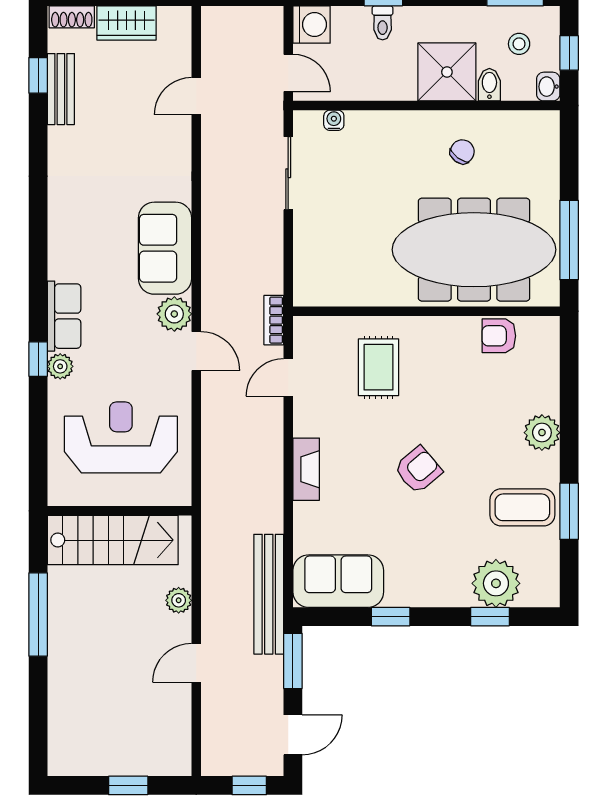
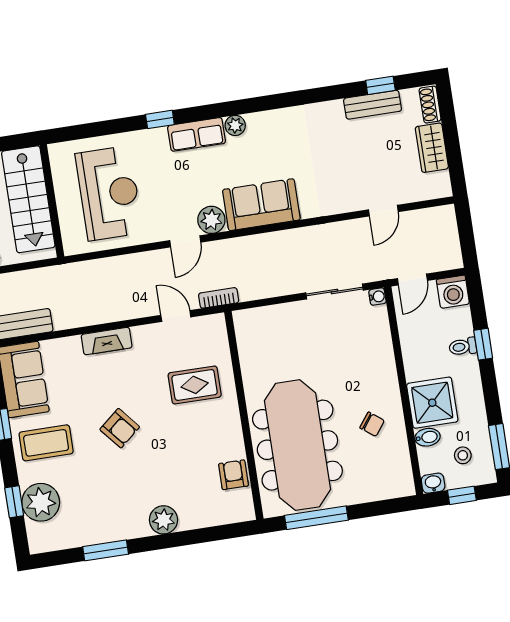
door: (196, 96) -> (383, 211), swing flipped
water cooler: (334, 120) -> (377, 297), moved
plant: (60, 366) -> (235, 125), moved
coffee table: (522, 507) -> (46, 443), moved, turned 90

